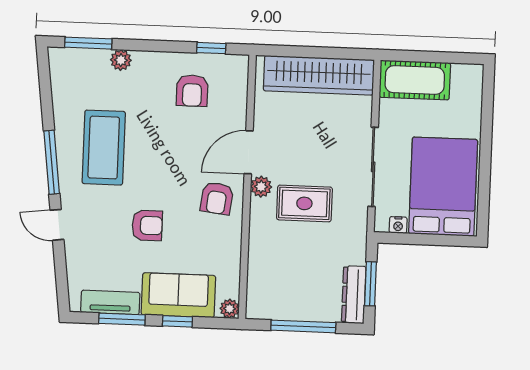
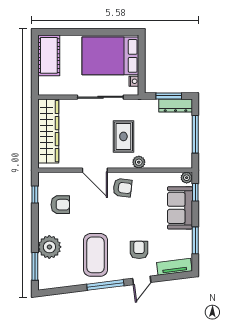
plant: (121, 60) -> (49, 247), width x1.88, depth x1.88
cot: (415, 80) -> (49, 55), moved
coffee table: (104, 148) -> (96, 255), turned 90
plant: (261, 187) -> (139, 162), moved
armchair: (147, 225) -> (139, 250), moved
tv unit: (110, 302) -> (174, 267), moved, turned 83
window: (177, 321) -> (195, 192), moved

